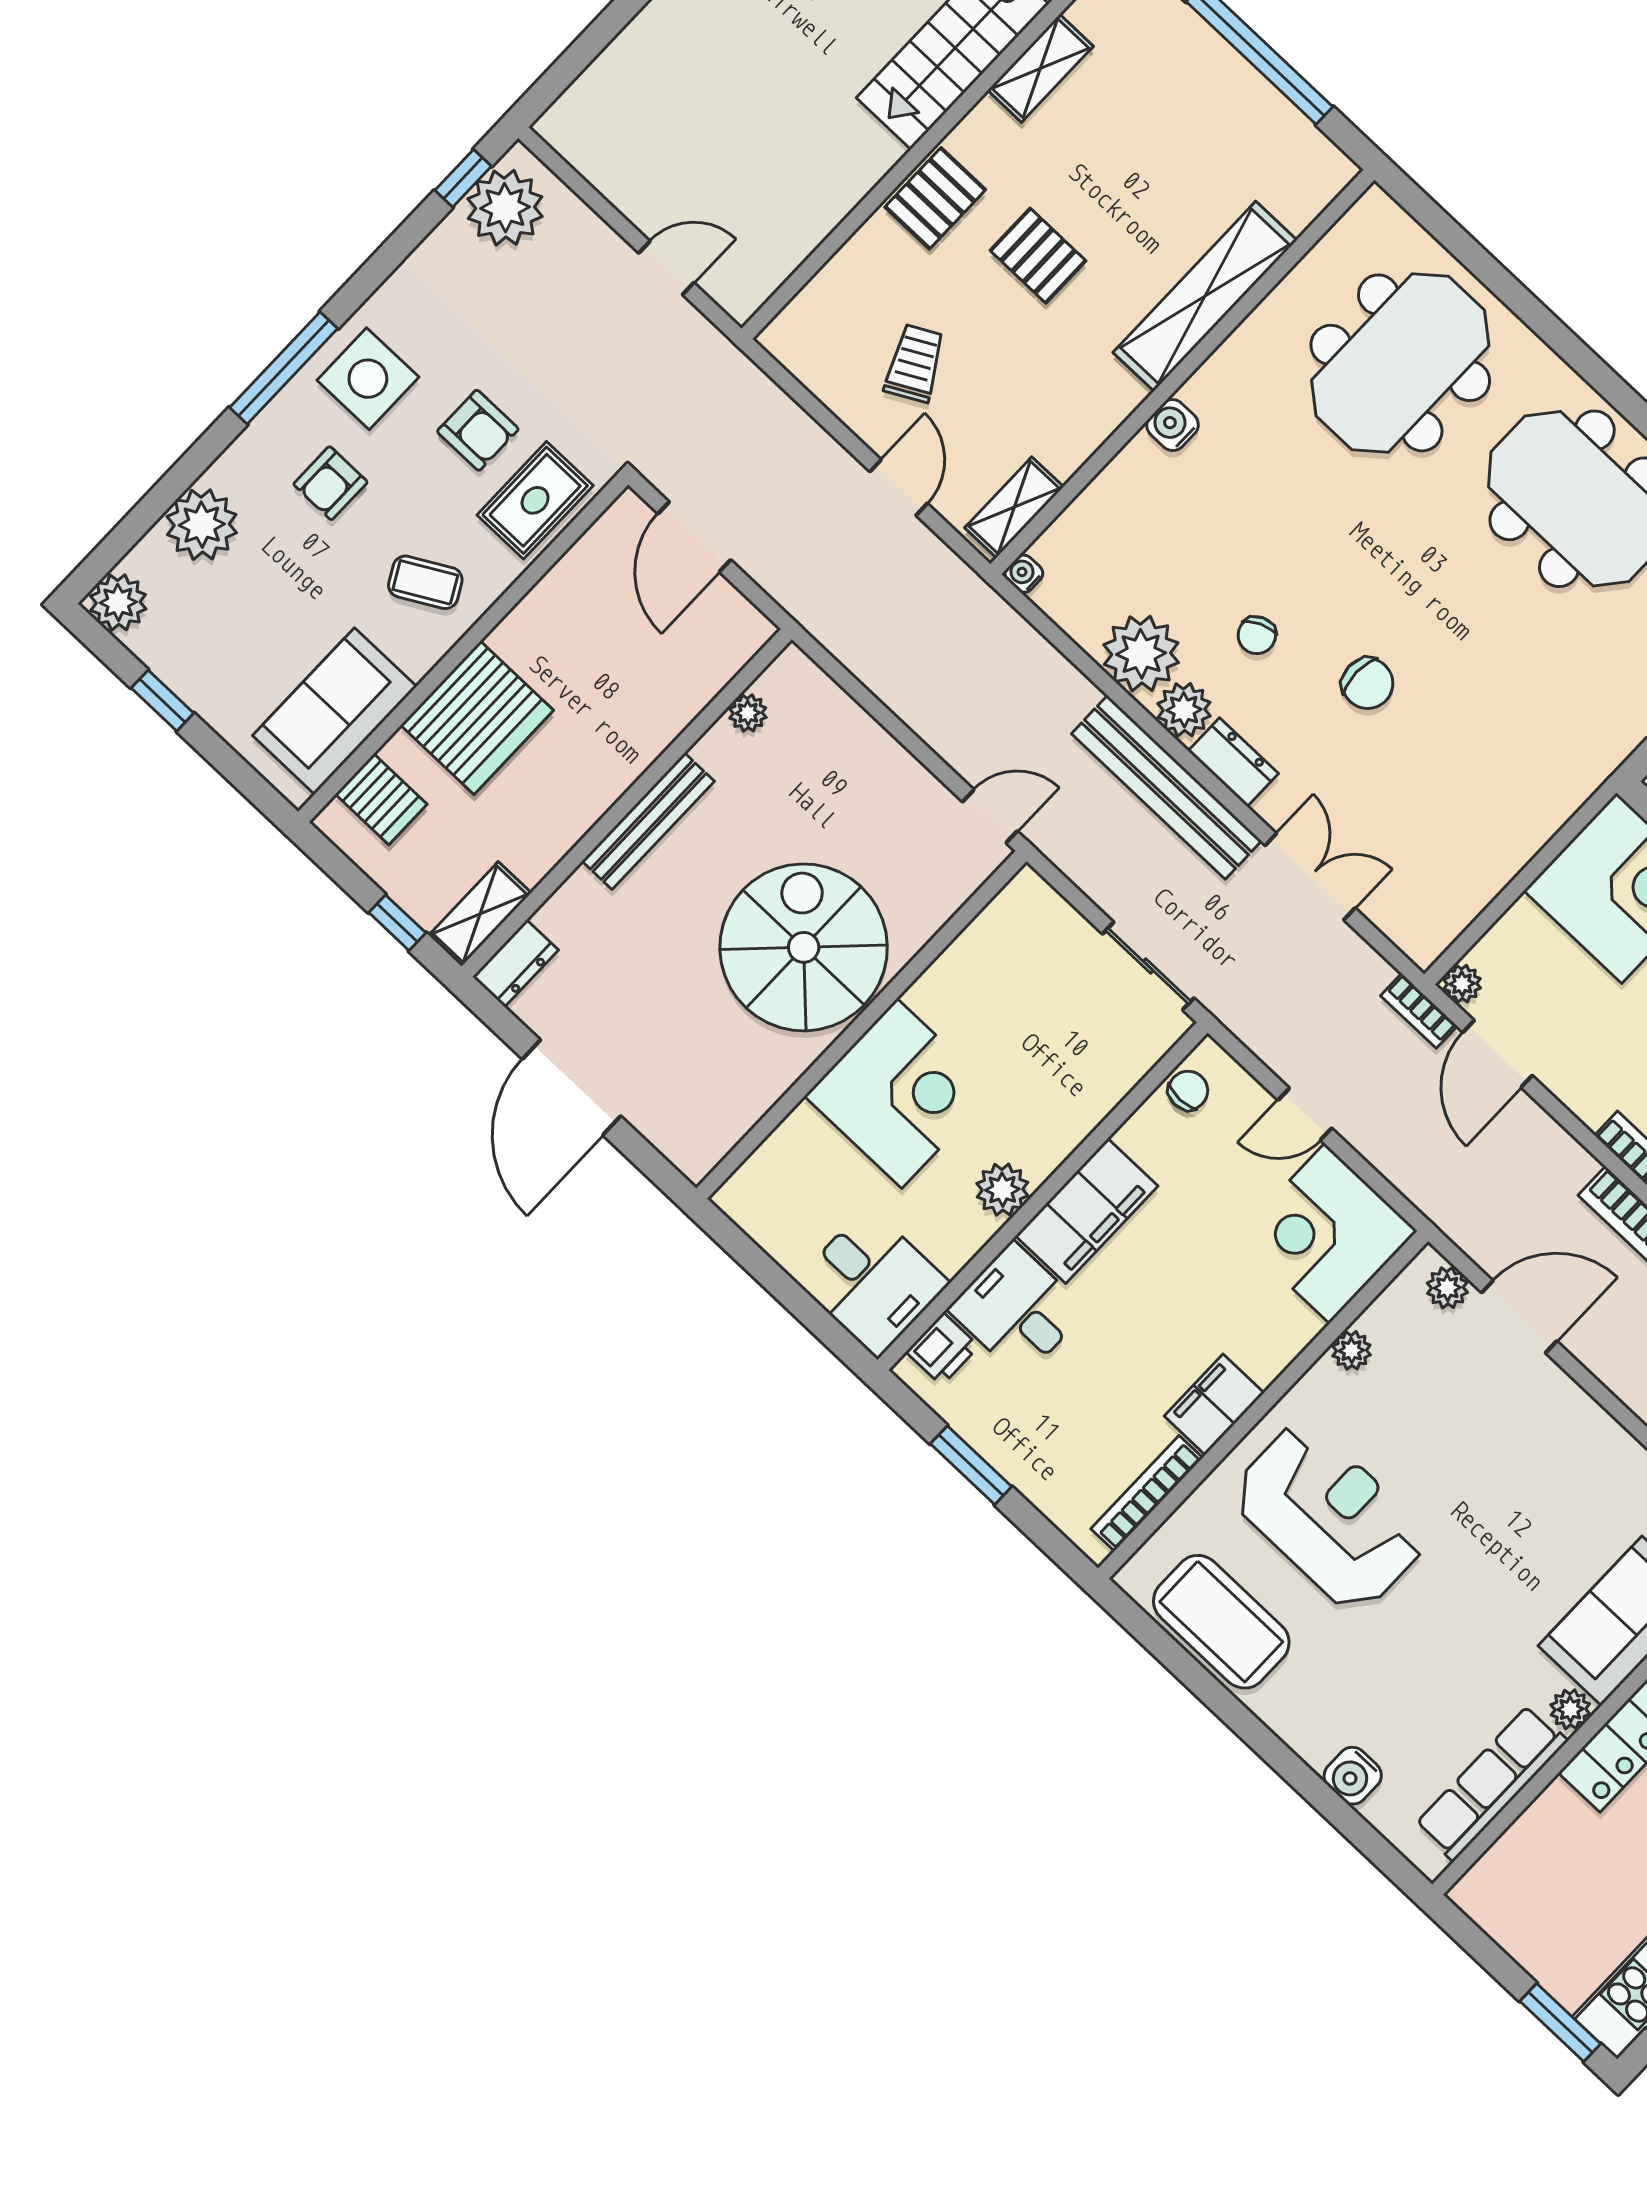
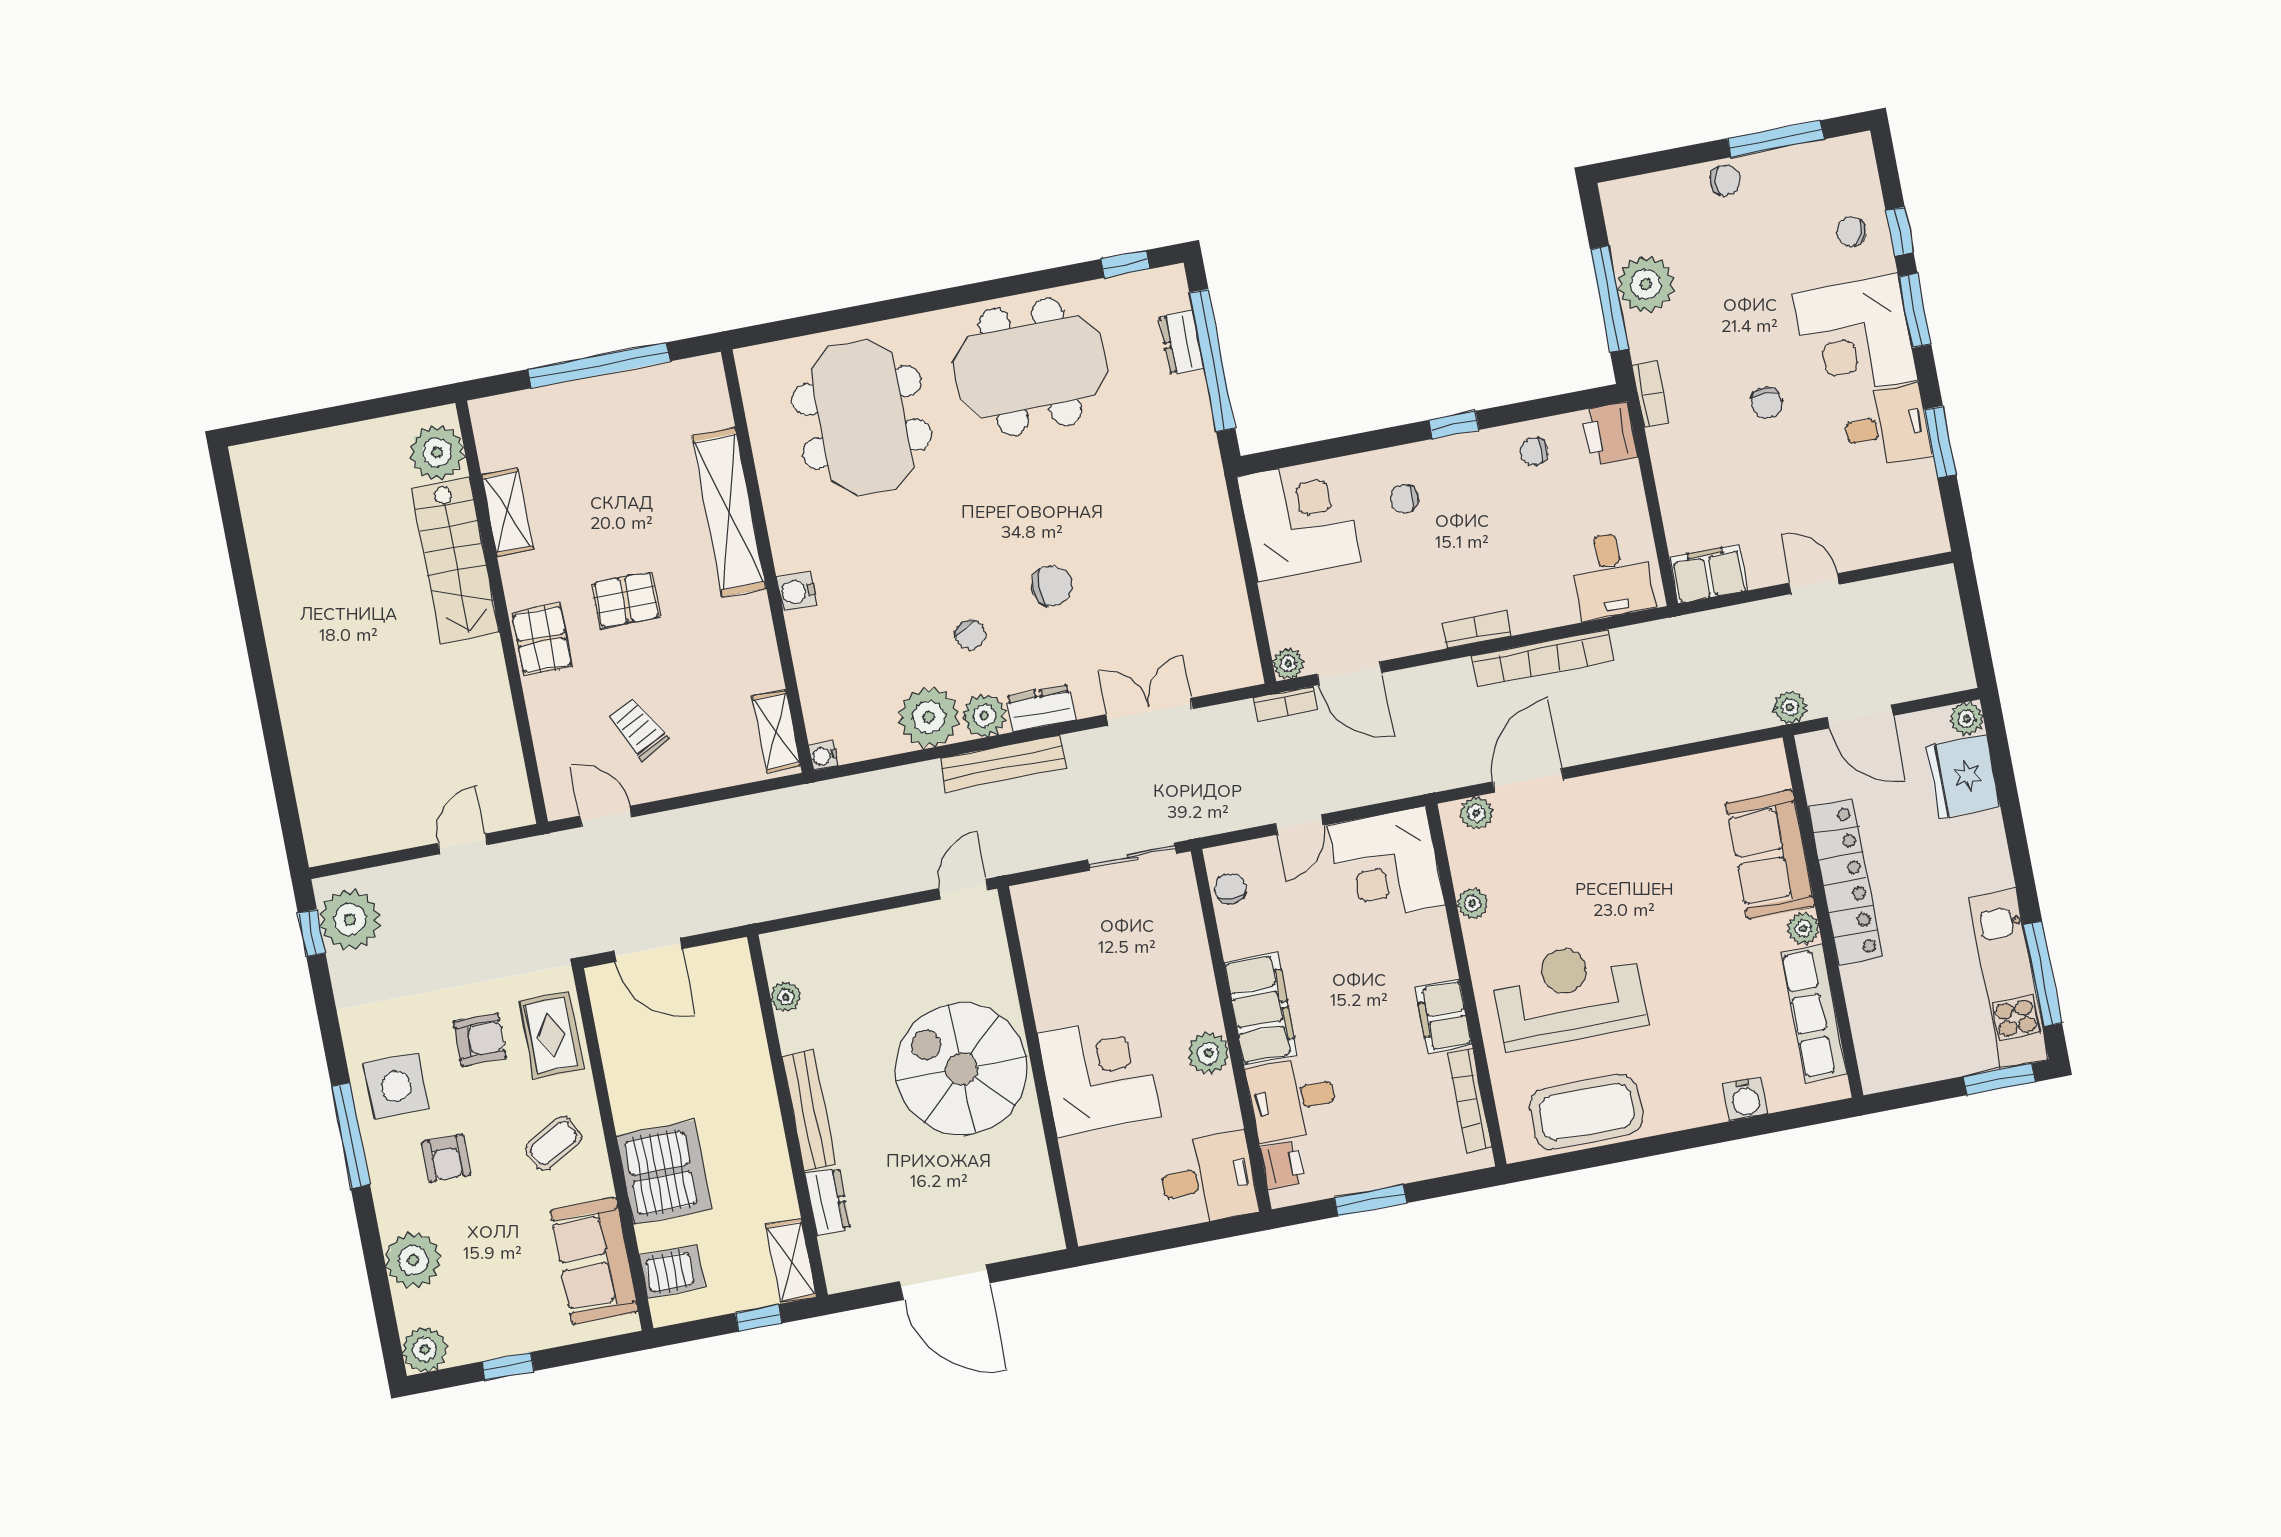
door: (899, 487) -> (606, 816), moved
bench: (1166, 787) -> (1003, 763), width x0.73, depth x0.82
dresser: (515, 963) -> (828, 1202), moved

